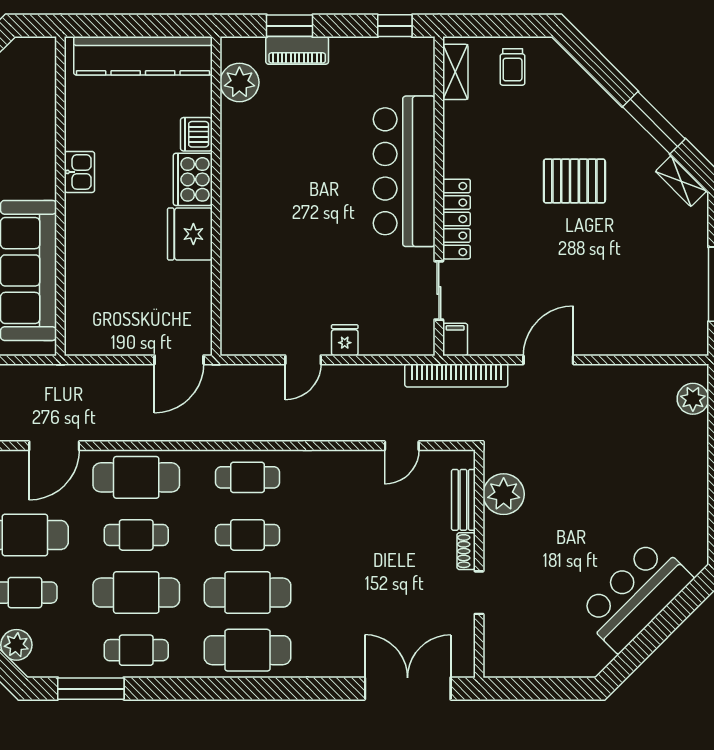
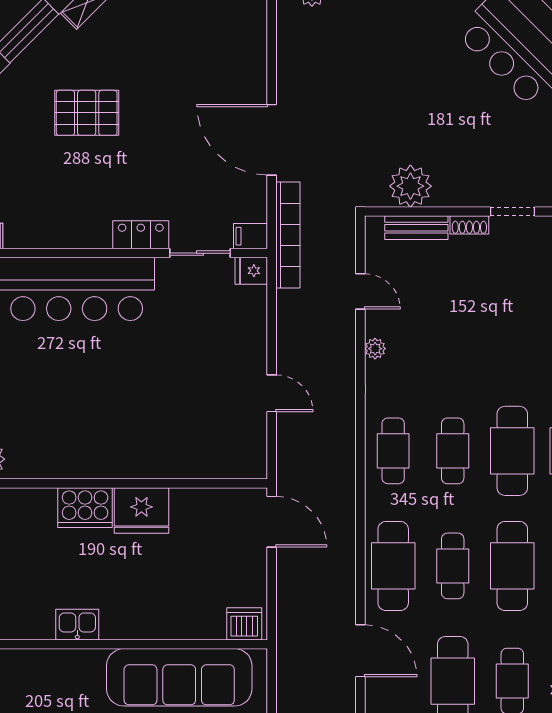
dishwasher: (196, 134) -> (244, 624), moved, turned 180
pallet: (574, 181) -> (87, 113), turned 90
locker: (457, 219) -> (141, 235), width x0.66
fridge: (345, 340) -> (251, 271), moved
door: (548, 360) -> (272, 140), width x1.36
plant: (346, 460) -> (375, 349), added

